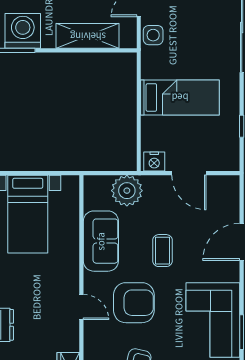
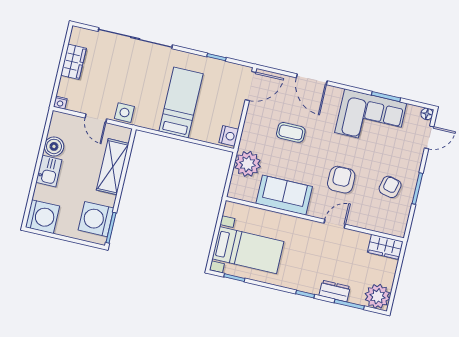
door: (189, 173) -> (251, 86), moved
coffee table: (162, 251) -> (291, 132), moved
armchair: (134, 303) -> (341, 180), width x0.73, depth x0.73

